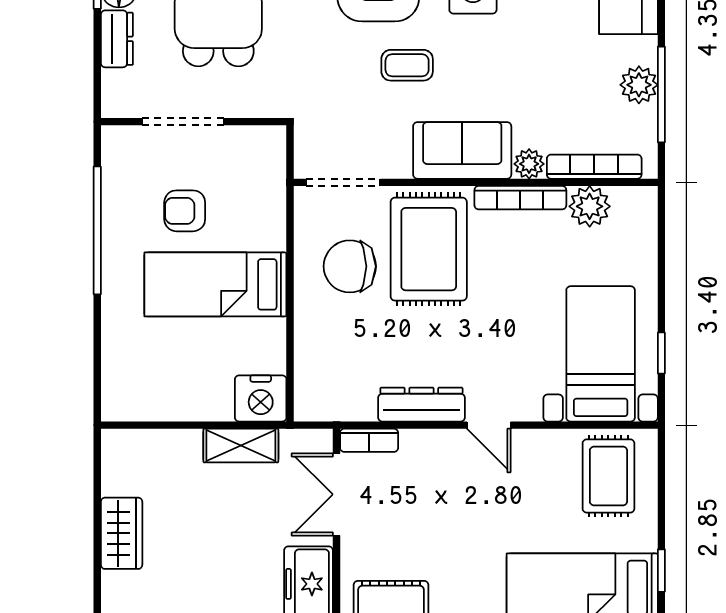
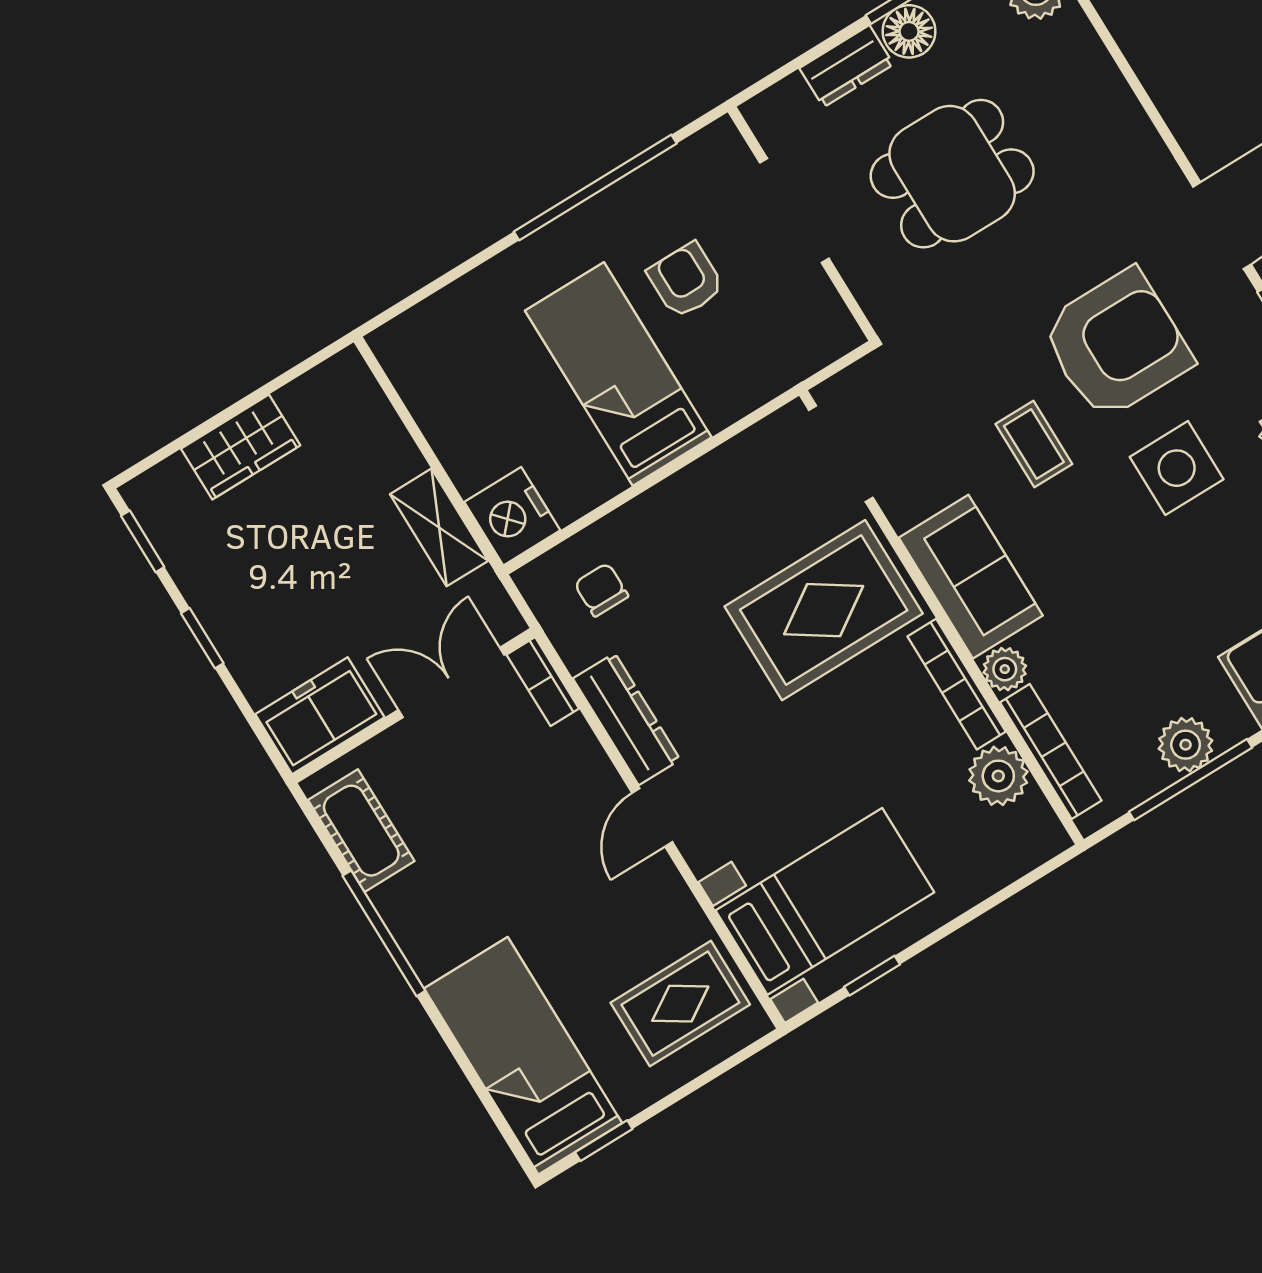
chair: (350, 266) -> (601, 590), moved, width x0.54, depth x0.54

